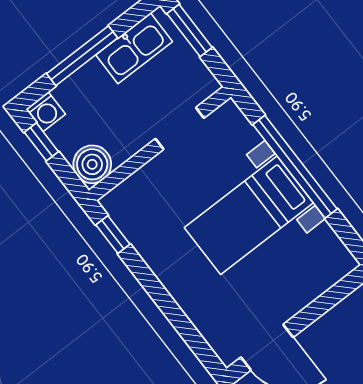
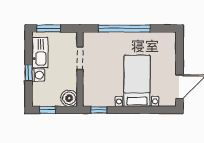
window: (82, 56) -> (29, 73), width x0.46
washing machine: (46, 112) -> (38, 75), moved
bed with nightstands: (249, 215) -> (137, 81), moved, turned 180

